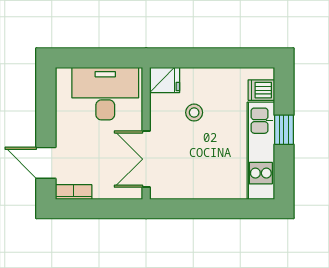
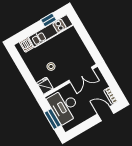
window: (94, 58) -> (53, 119), added
window: (284, 130) -> (49, 20), moved
door: (46, 163) -> (106, 114), swing flipped

